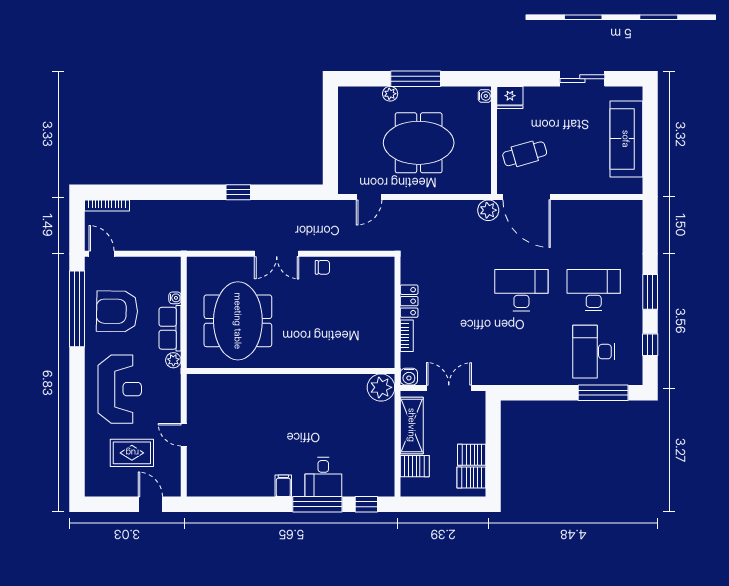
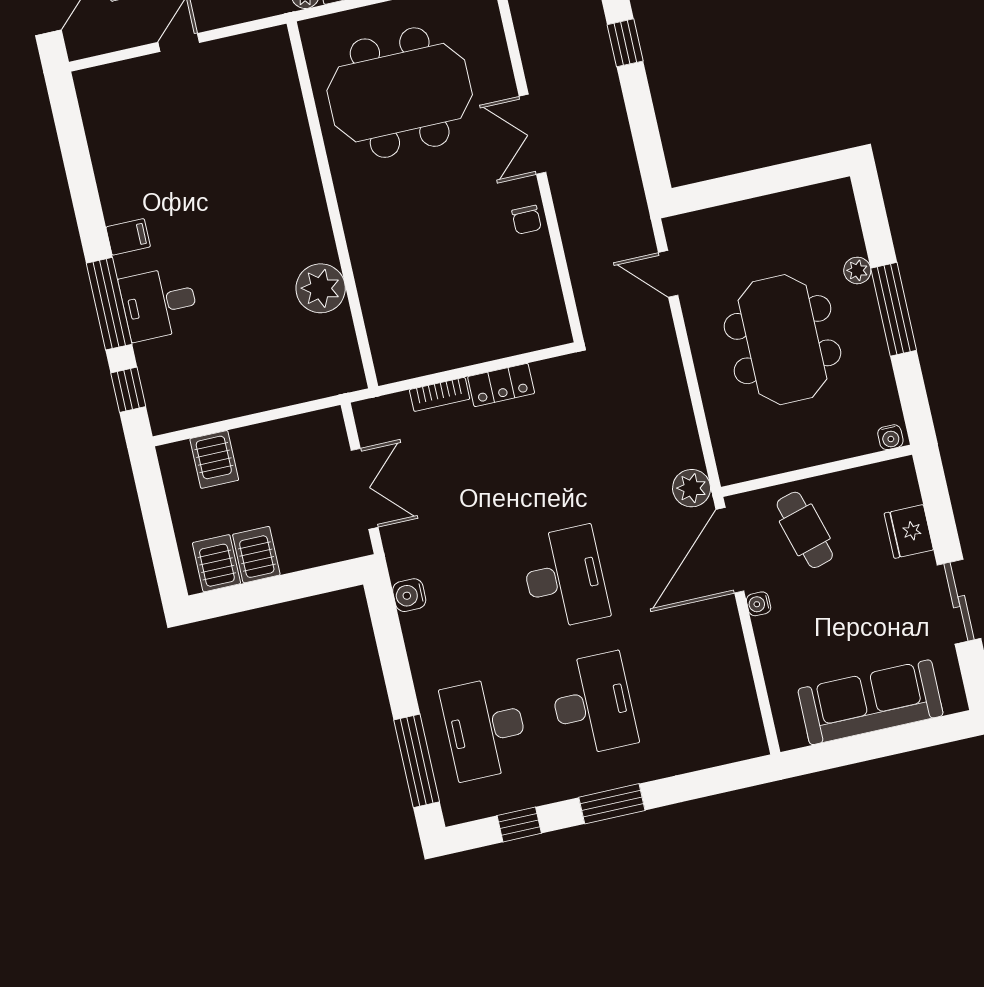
fridge: (510, 97) -> (909, 532), moved
water cooler: (559, 188) -> (759, 604), added
desk: (594, 352) -> (485, 728), turned -90
water cooler: (409, 377) -> (409, 595), moved
plant: (381, 387) -> (321, 288), moved
shelving: (412, 425) -> (284, 438), removed

